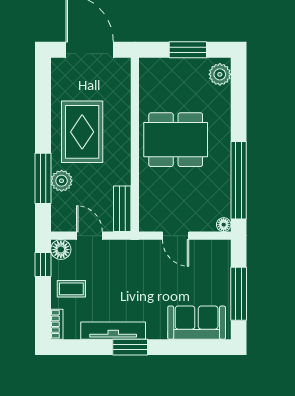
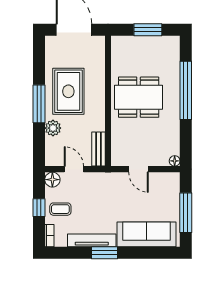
plant: (220, 74) -> (172, 48), removed
window: (43, 178) -> (39, 104), moved
window: (239, 180) -> (186, 90), moved
window: (43, 265) -> (39, 208), moved
sofa: (197, 323) -> (146, 234), width x1.36

